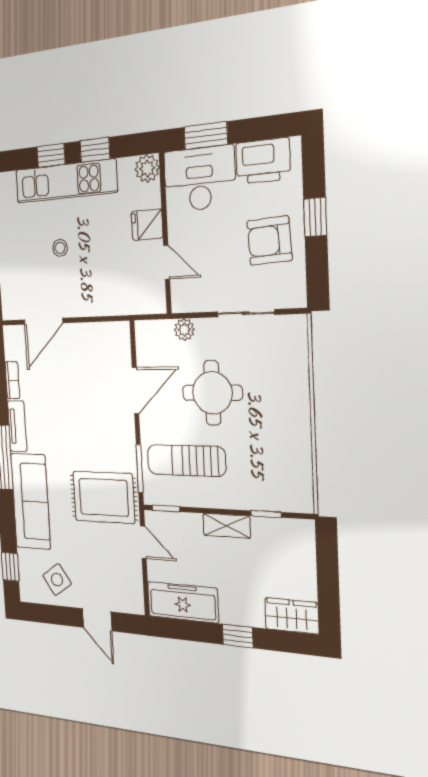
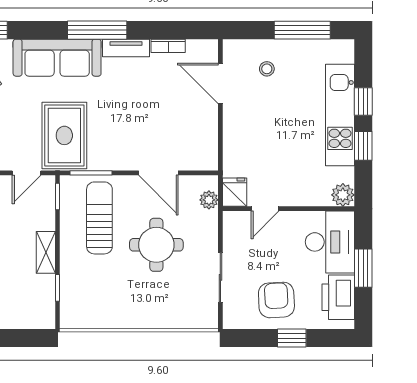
window: (206, 136) -> (363, 268), moved
fridge: (147, 225) -> (235, 192), moved
stool: (60, 248) -> (267, 69), moved
plant: (184, 330) -> (209, 200), moved

